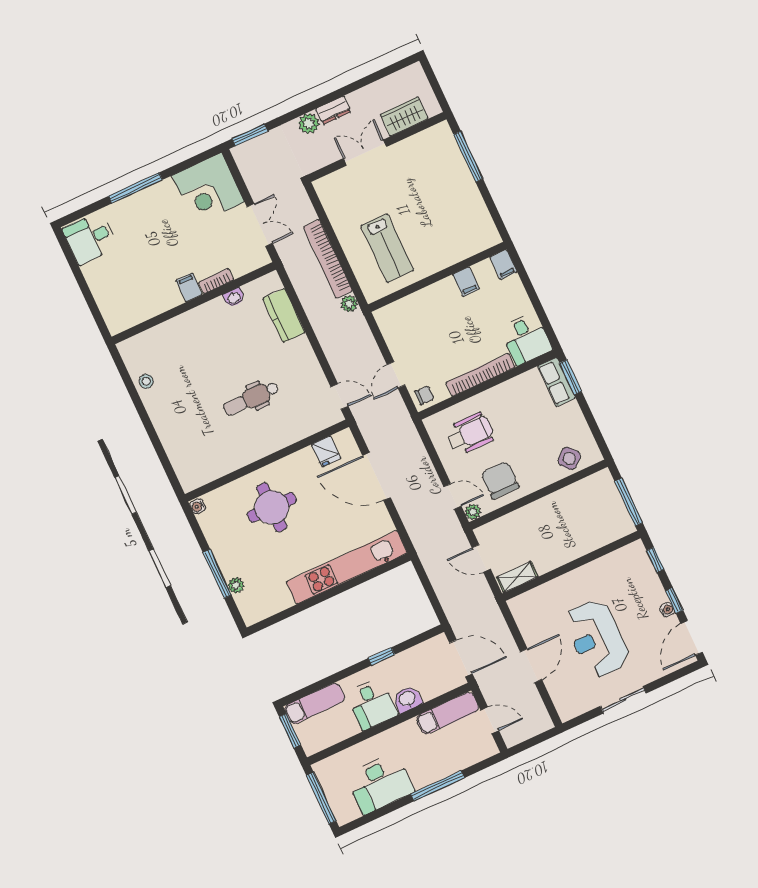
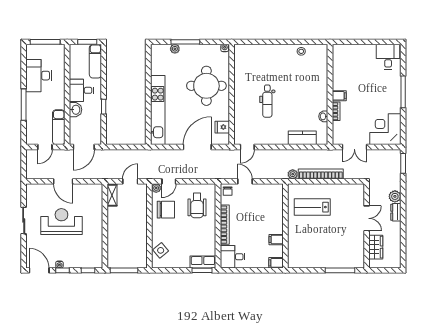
dental chair: (251, 399) -> (267, 101), turned 180
round table: (272, 507) -> (206, 86), width x1.36, depth x1.36

